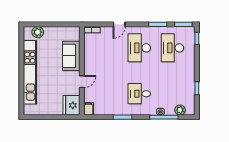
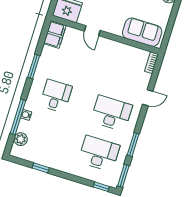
door: (119, 24) -> (148, 98), swing flipped
sofa: (71, 56) -> (142, 32), moved
filing cabinet: (89, 109) -> (55, 34), width x2.00

